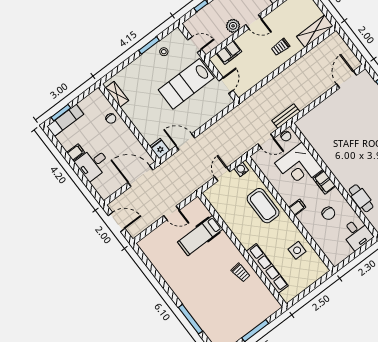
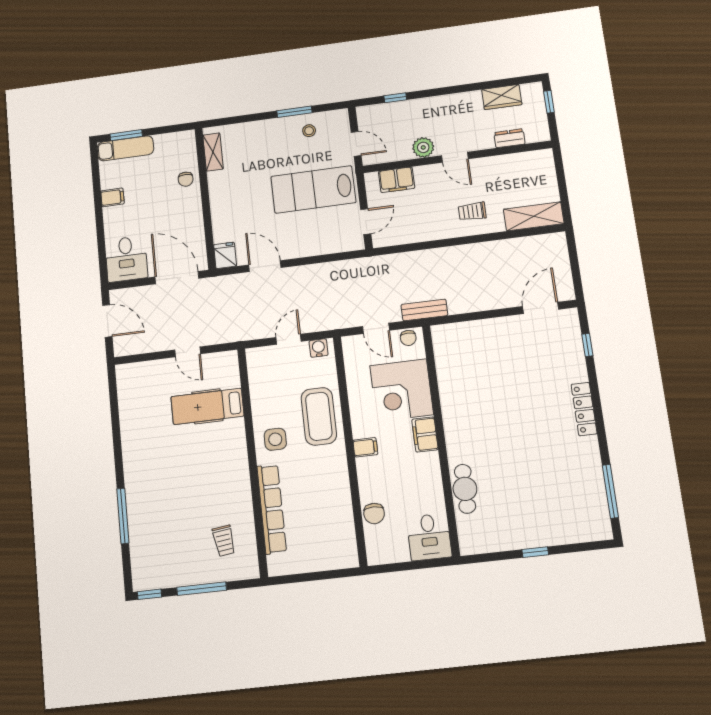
desk: (93, 164) -> (126, 259), moved, turned -90
chair: (328, 213) -> (374, 513), moved
side table: (297, 250) -> (275, 439), moved
trolley: (241, 273) -> (224, 541), moved

